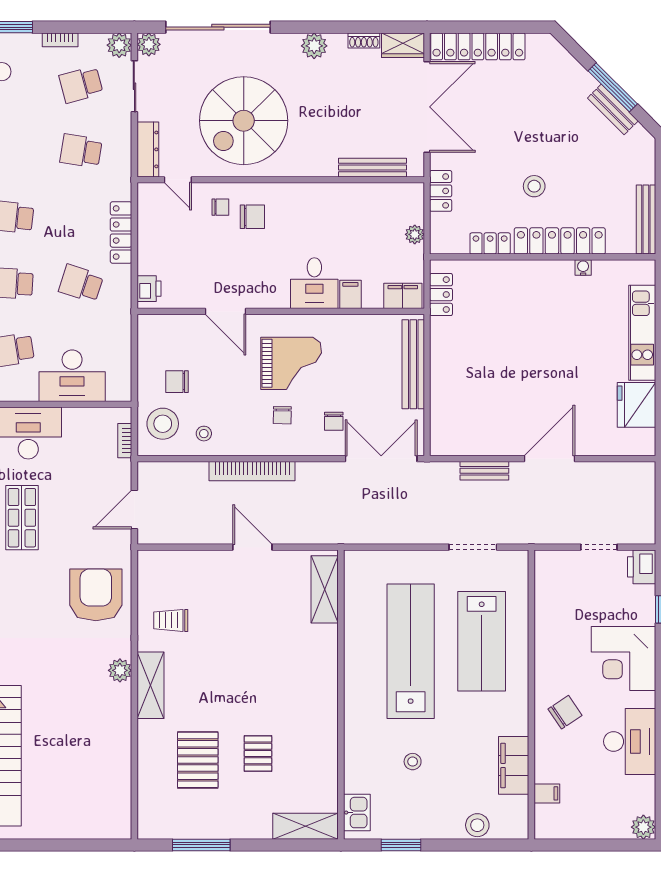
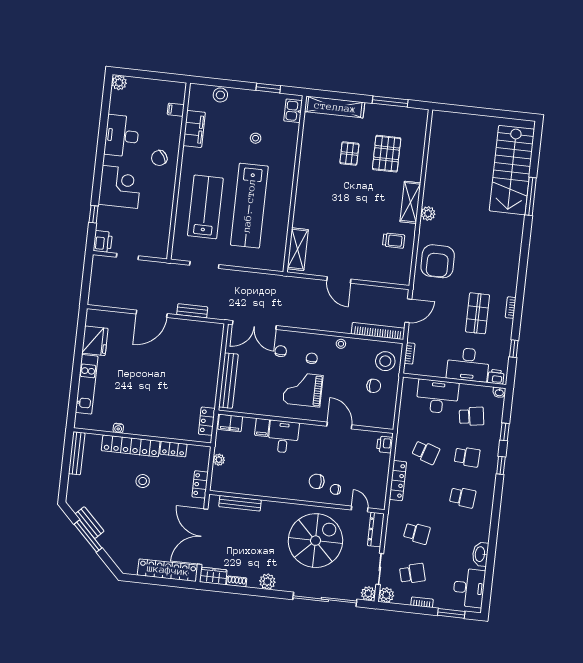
stool: (204, 434) -> (341, 344), moved
bookcase: (252, 471) -> (378, 331), moved
shelving: (305, 826) -> (335, 107), width x1.47

